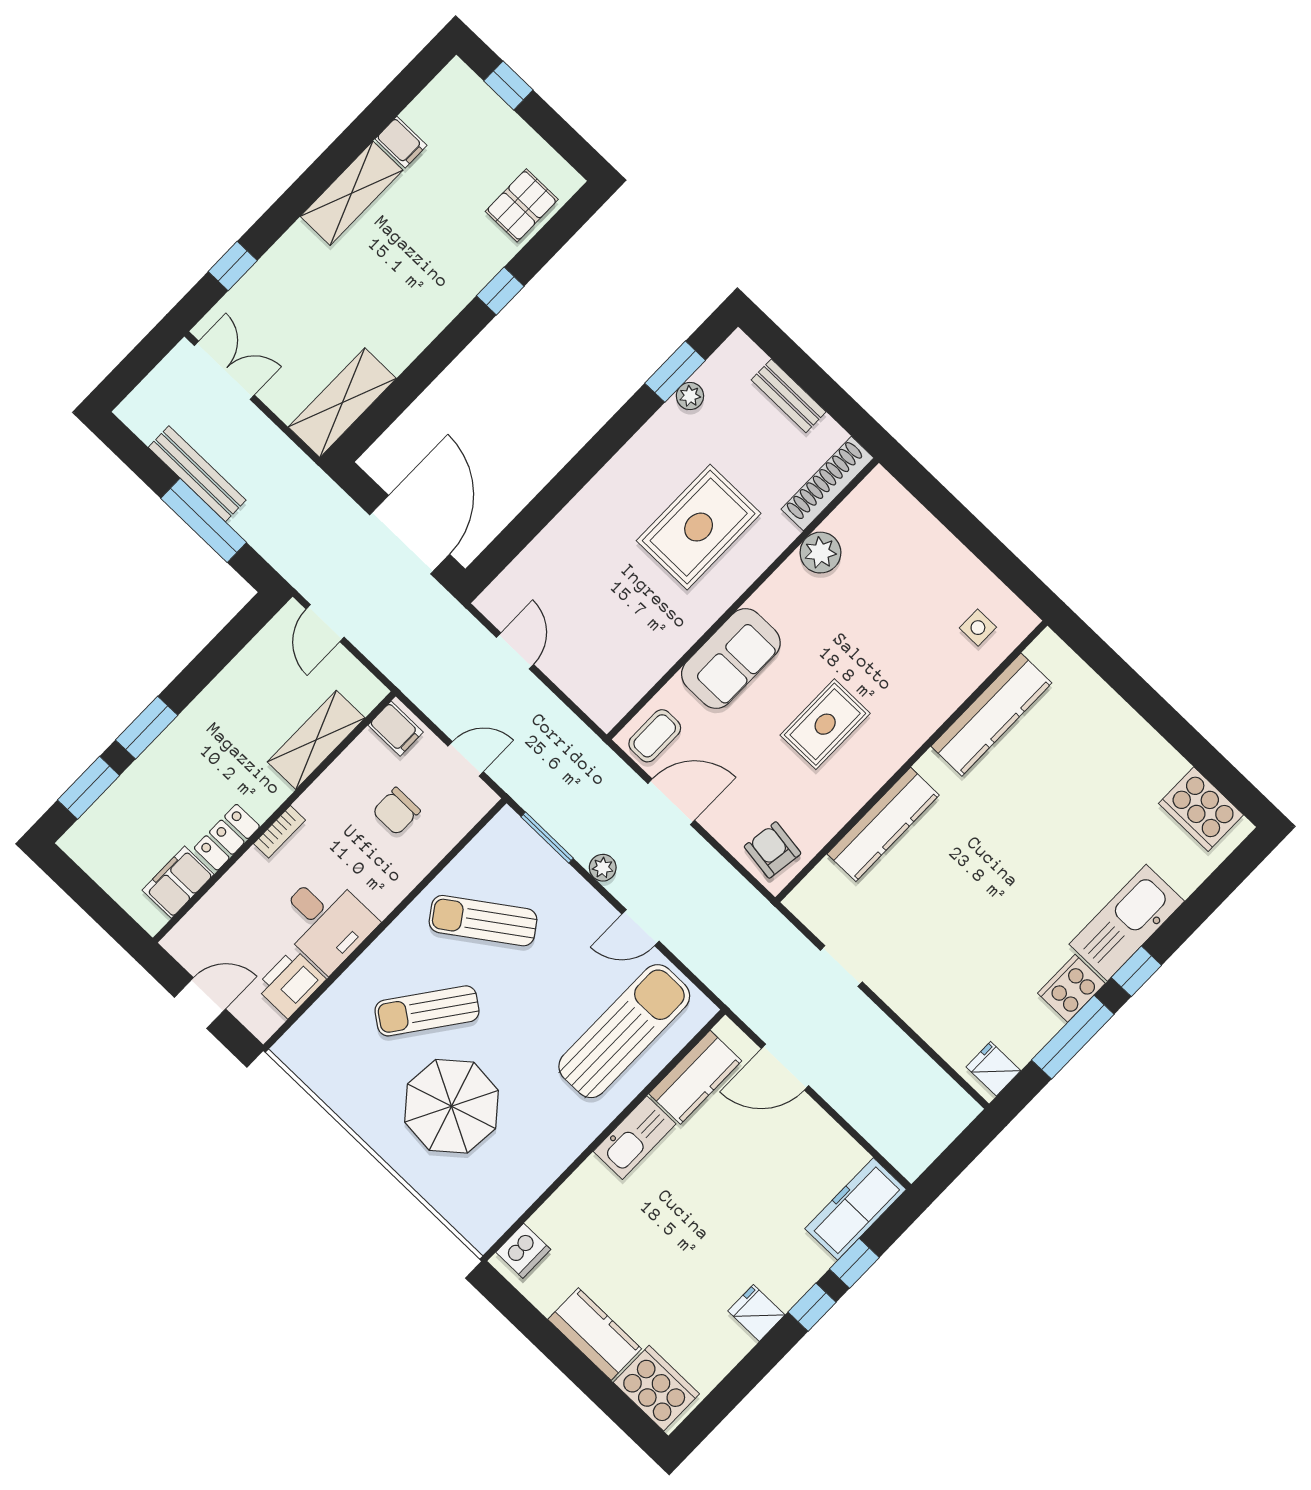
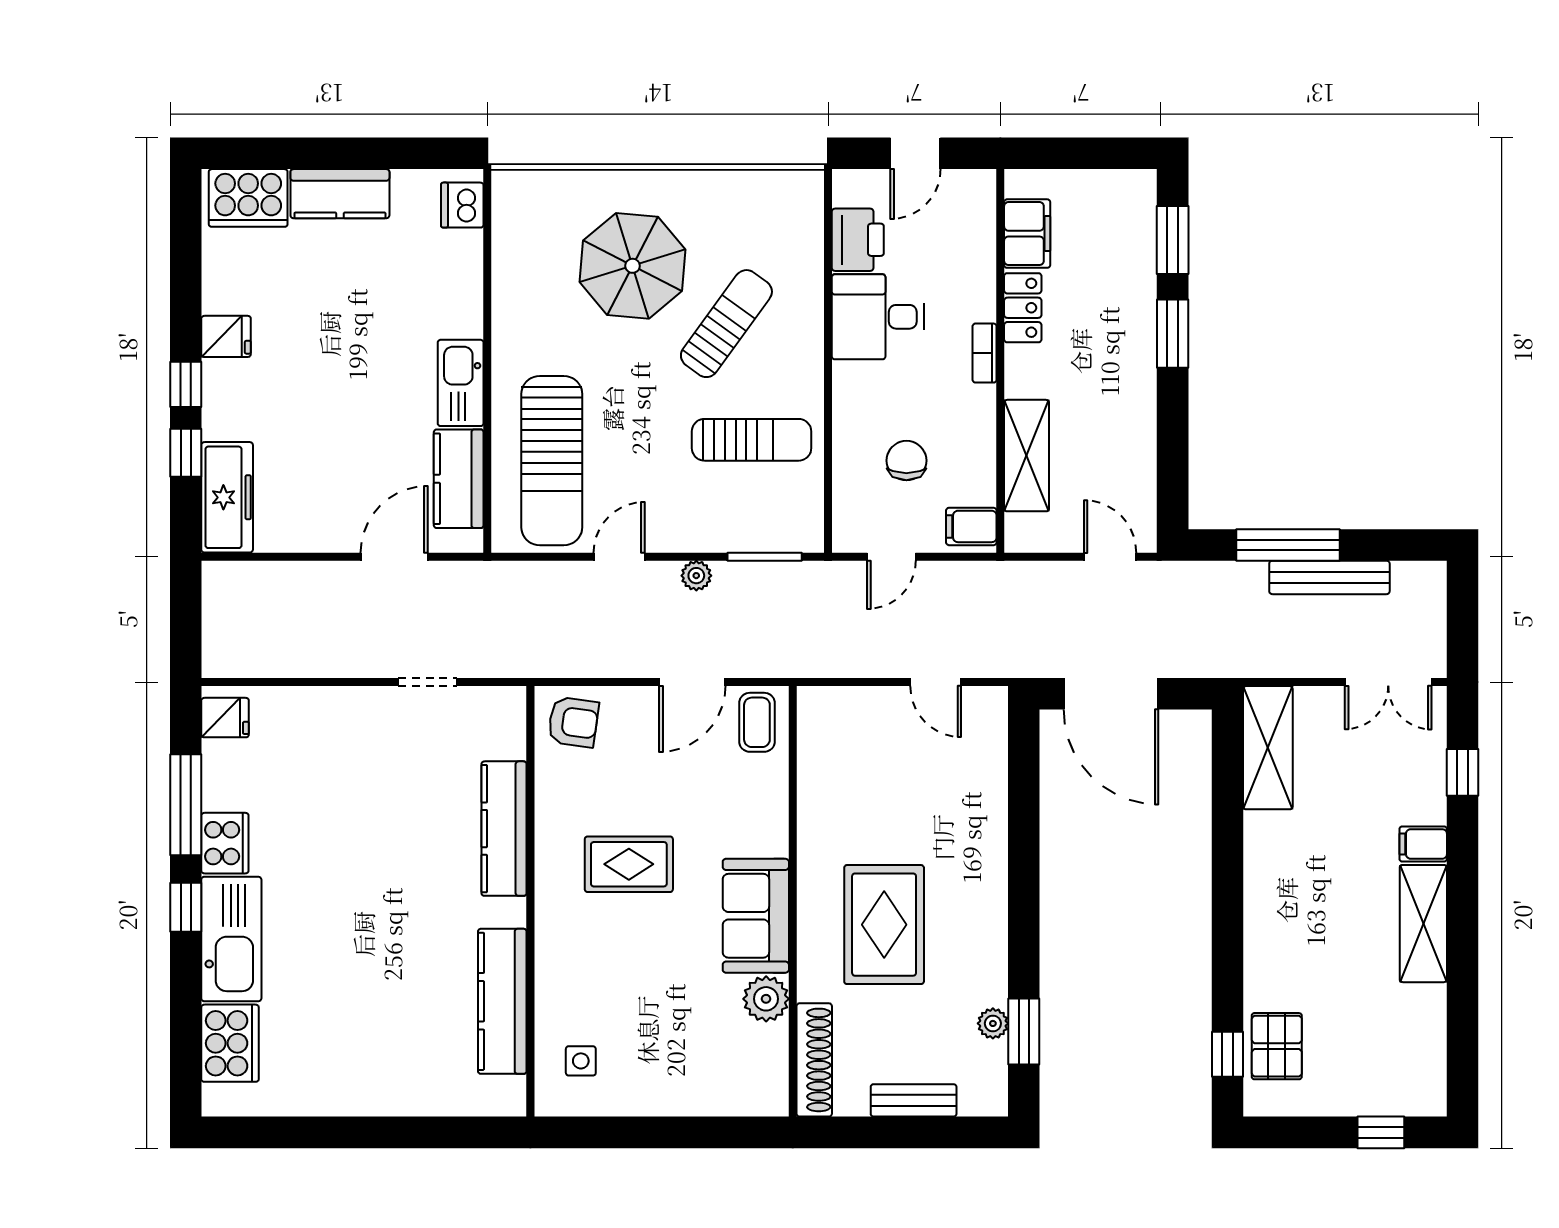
filing cabinet: (401, 142) -> (1423, 844), moved
window: (500, 291) -> (1227, 1054), moved
sofa: (731, 658) -> (756, 916), moved
rug: (825, 724) -> (629, 864), turned 90
cooker: (1201, 809) -> (230, 1043), moved, turned 90
sun lounger: (483, 921) -> (752, 440), turned 35

